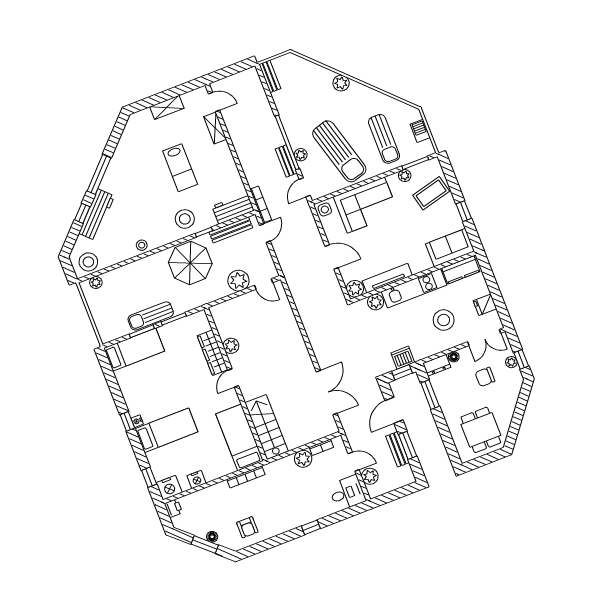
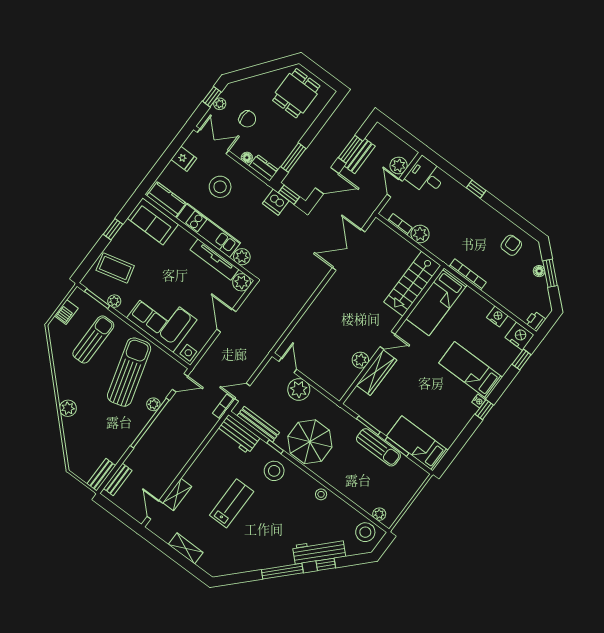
bench: (286, 161) -> (118, 479), moved
bookcase: (261, 204) -> (223, 407), width x0.64

